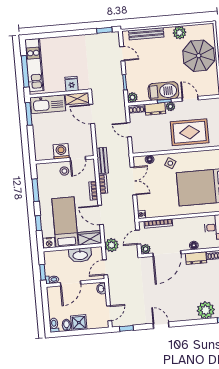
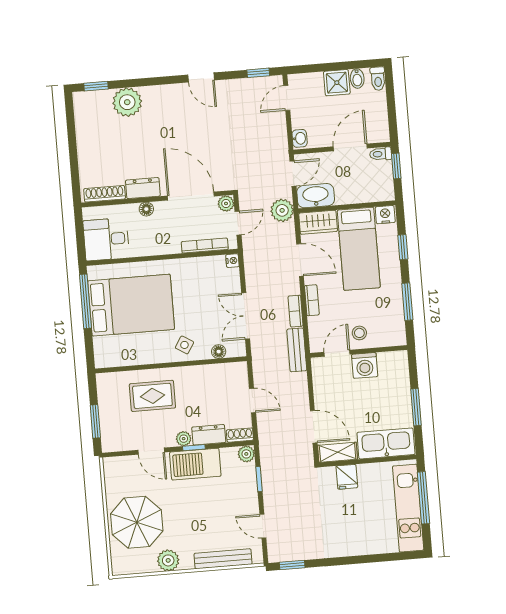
window: (29, 114) -> (416, 407), moved
rug: (190, 132) -> (152, 396), width x0.73, depth x0.70
door: (167, 253) -> (191, 196), hinge flipped
washbasin: (80, 255) -> (316, 196), moved

